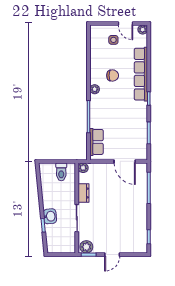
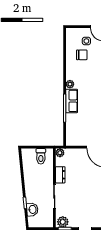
chair: (113, 75) -> (82, 55), moved
row of seats: (96, 142) -> (72, 101), moved
washbasin: (50, 216) -> (32, 209), moved

